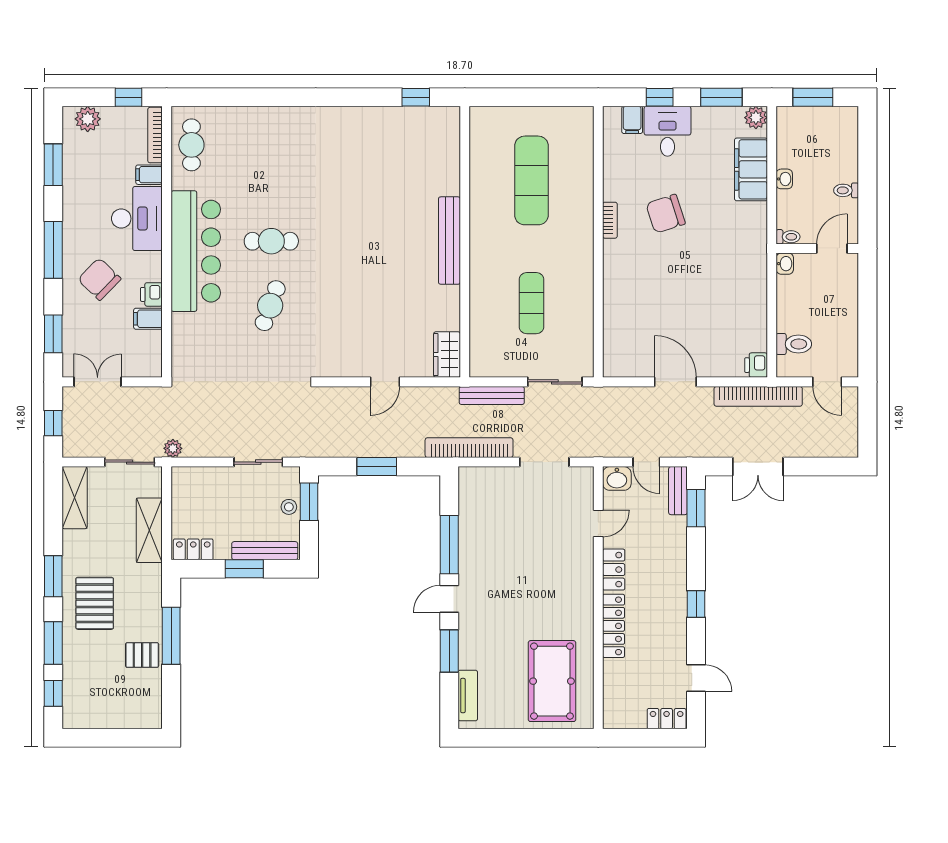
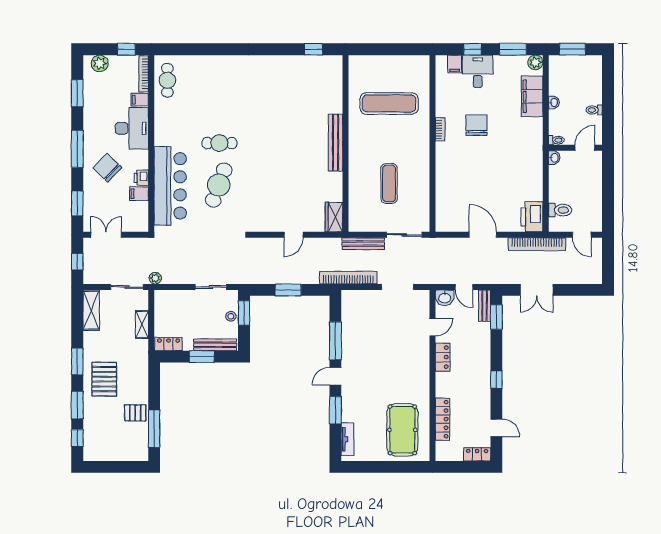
exercise mat: (531, 180) -> (389, 103), turned 90
chair: (666, 214) -> (476, 125), turned 108
bar counter: (196, 251) -> (170, 186), moved
cafe table: (270, 306) -> (219, 185), width x1.37, depth x1.35
printer: (756, 365) -> (532, 217), width x1.87, depth x1.48
shelving: (149, 530) -> (142, 324), width x0.67, depth x0.75
locker: (614, 626) -> (443, 419), moved
window: (171, 636) -> (154, 429), moved

